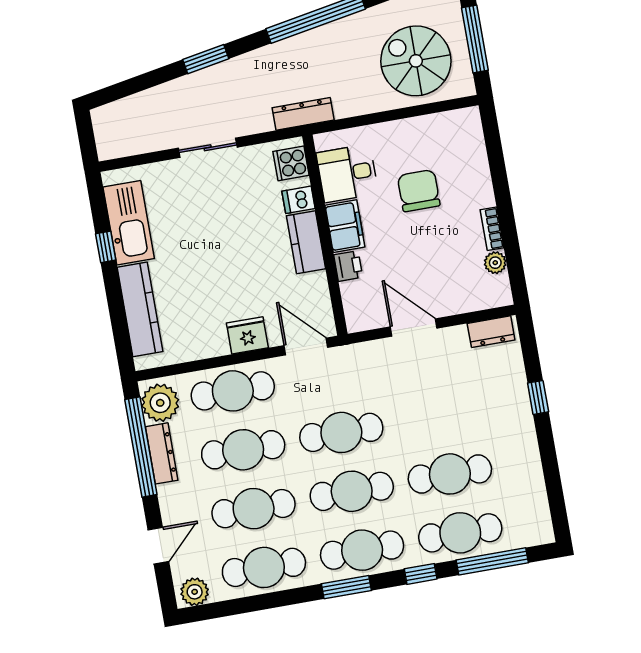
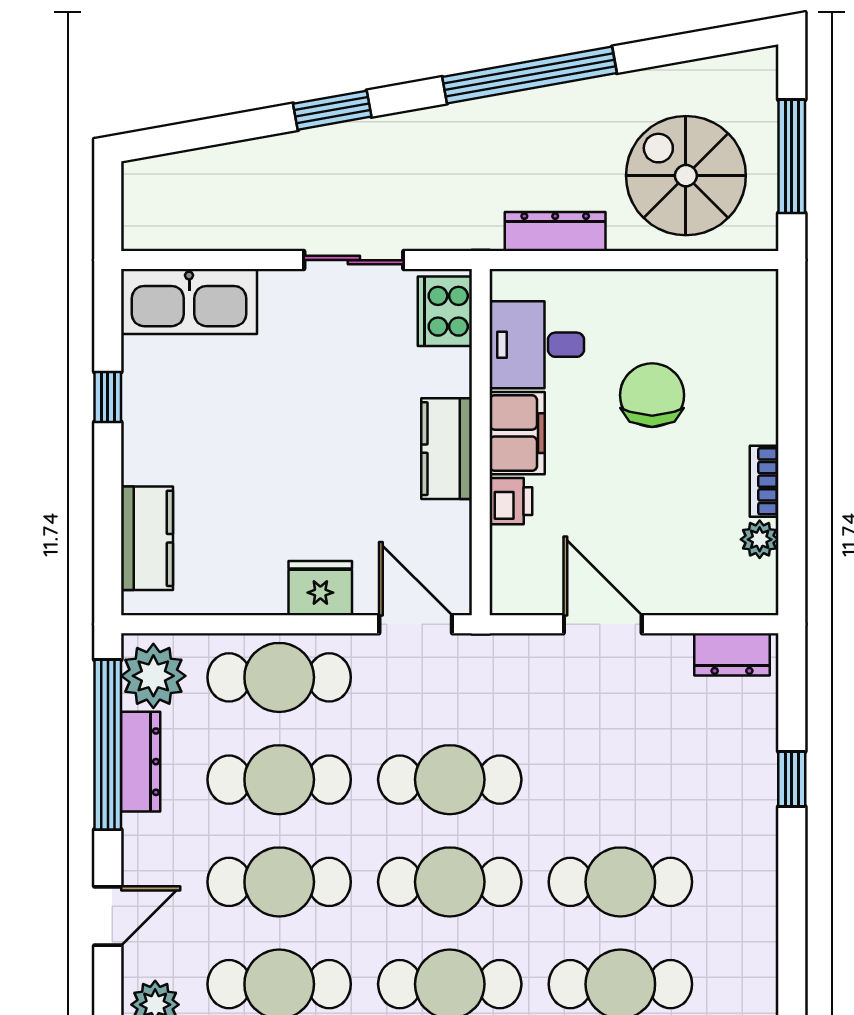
dresser: (303, 114) -> (555, 231), moved
sliding door: (208, 148) -> (354, 260), moved
cooker: (291, 163) -> (445, 311), width x1.36
dishwasher: (298, 200) -> (447, 375), removed
kitchen sink: (129, 223) -> (189, 302), moved, turned 90
kitchen counter: (140, 309) -> (147, 538), width x0.67

